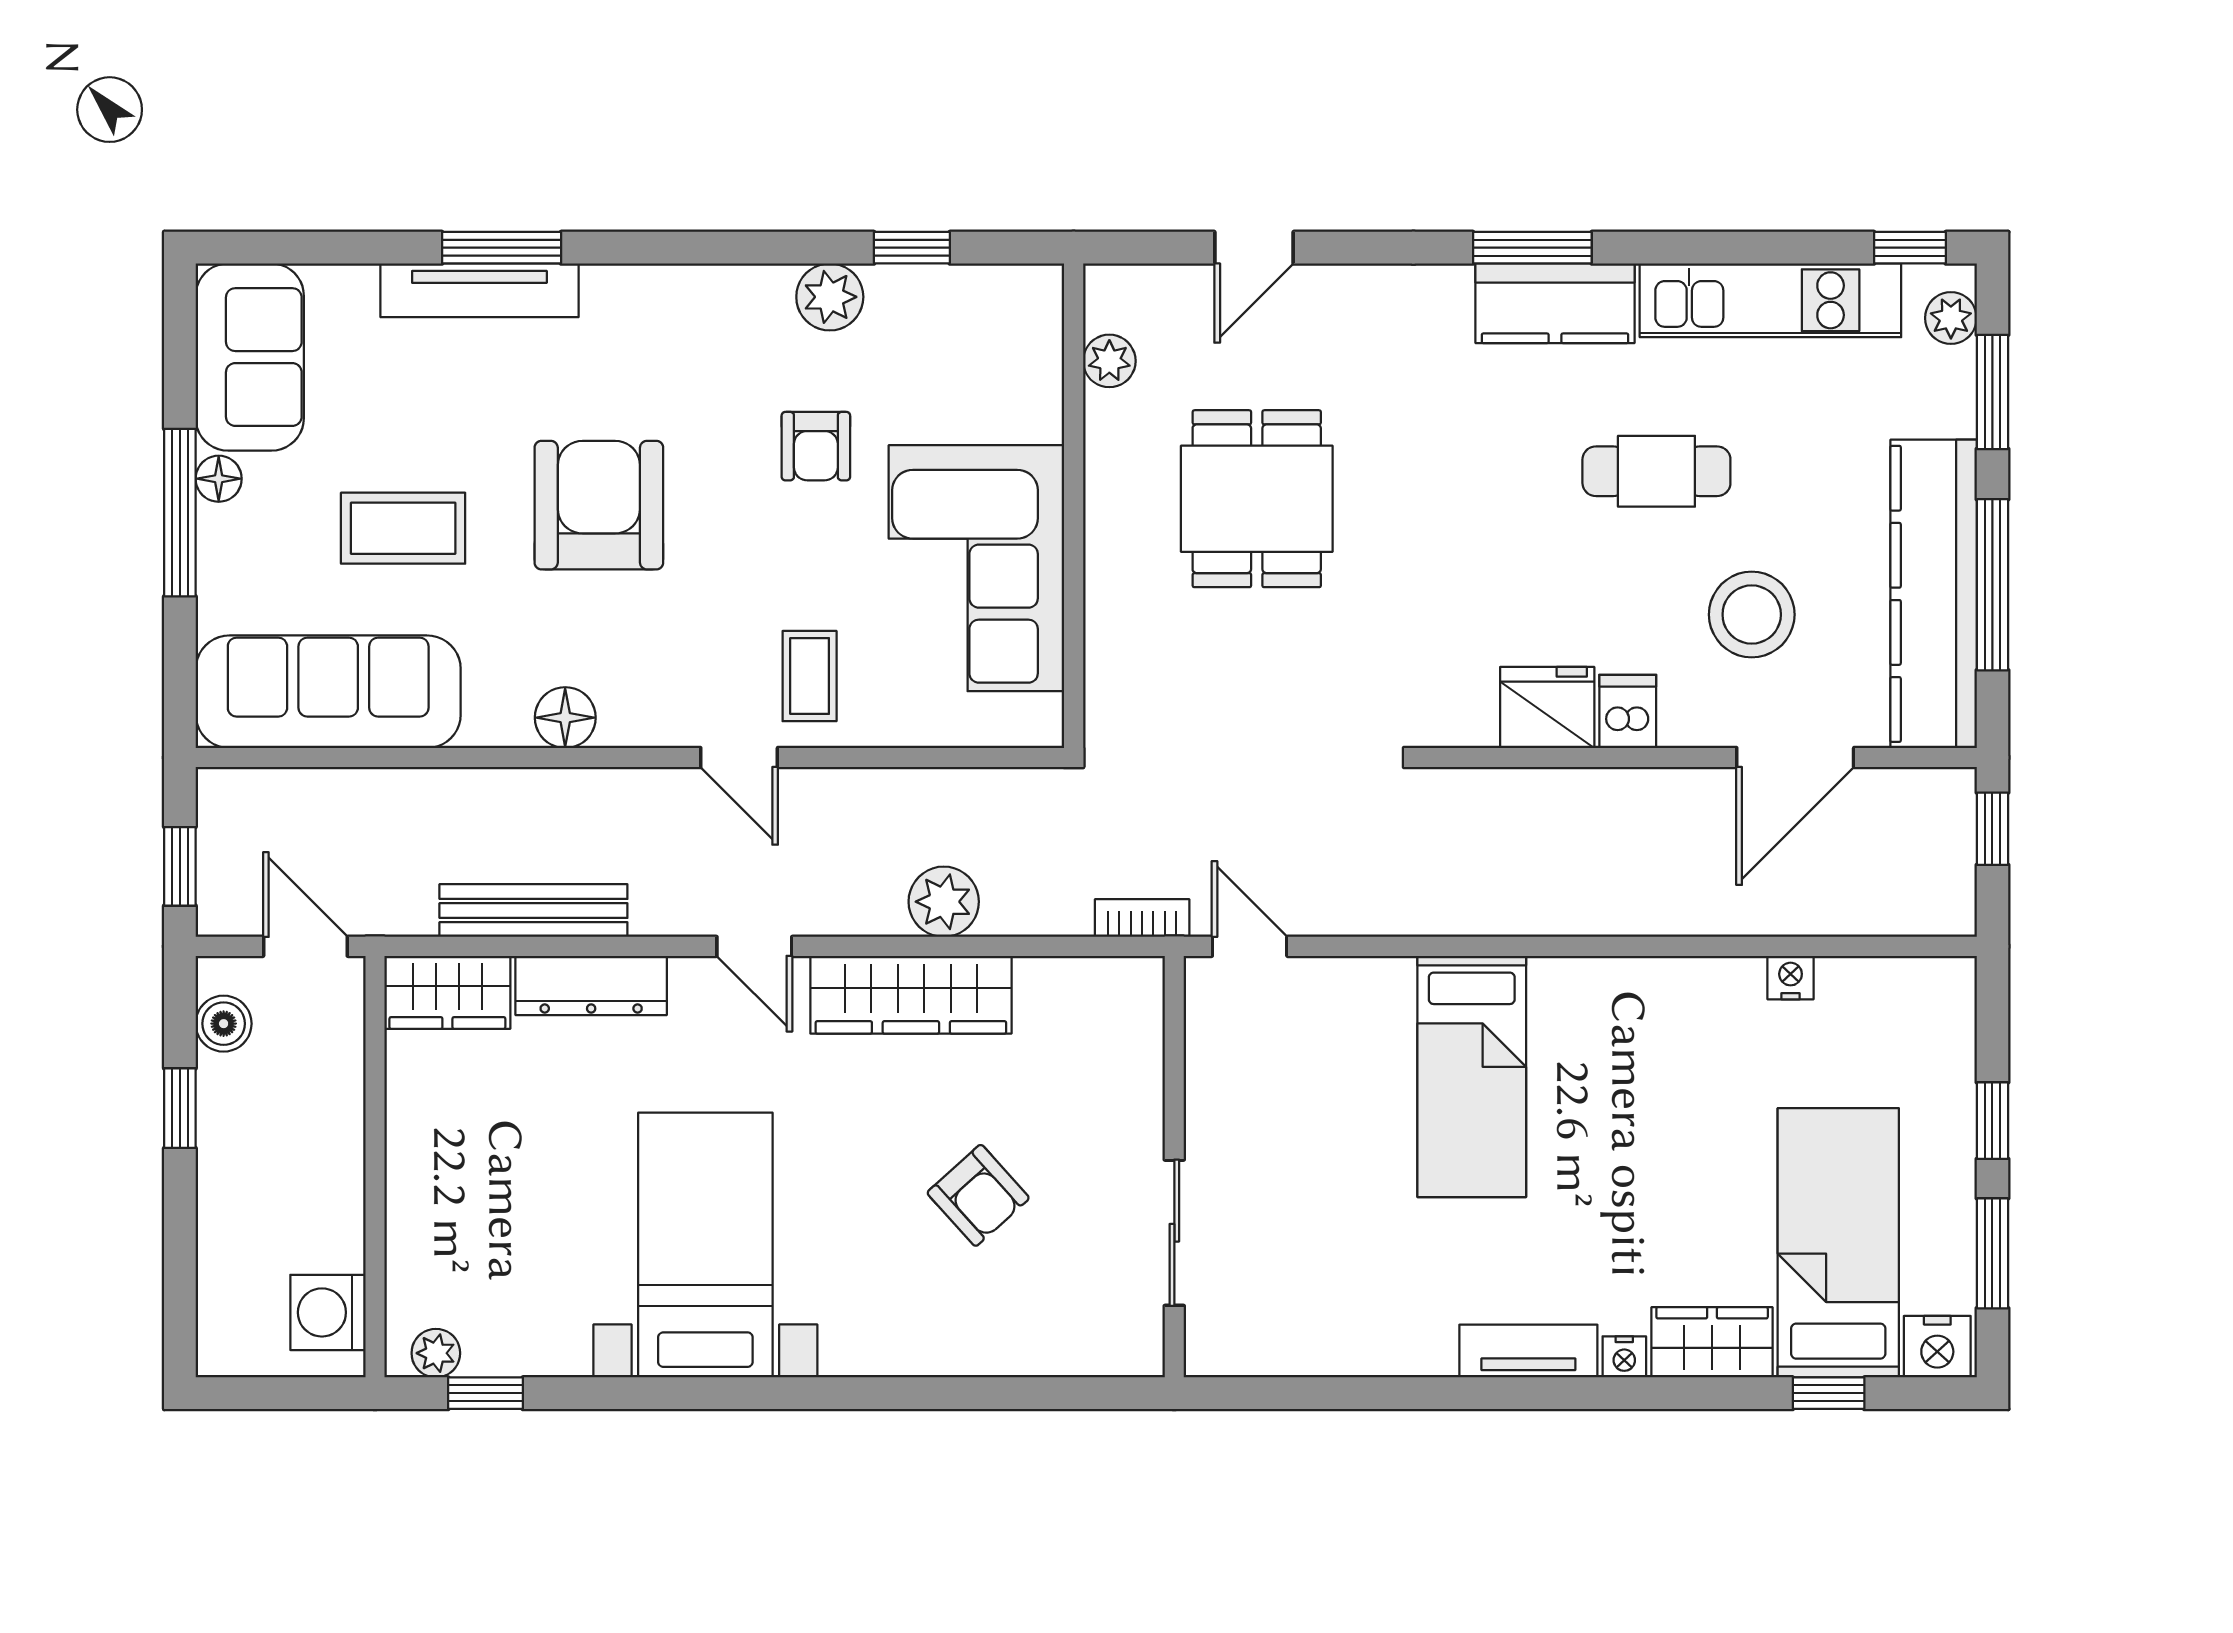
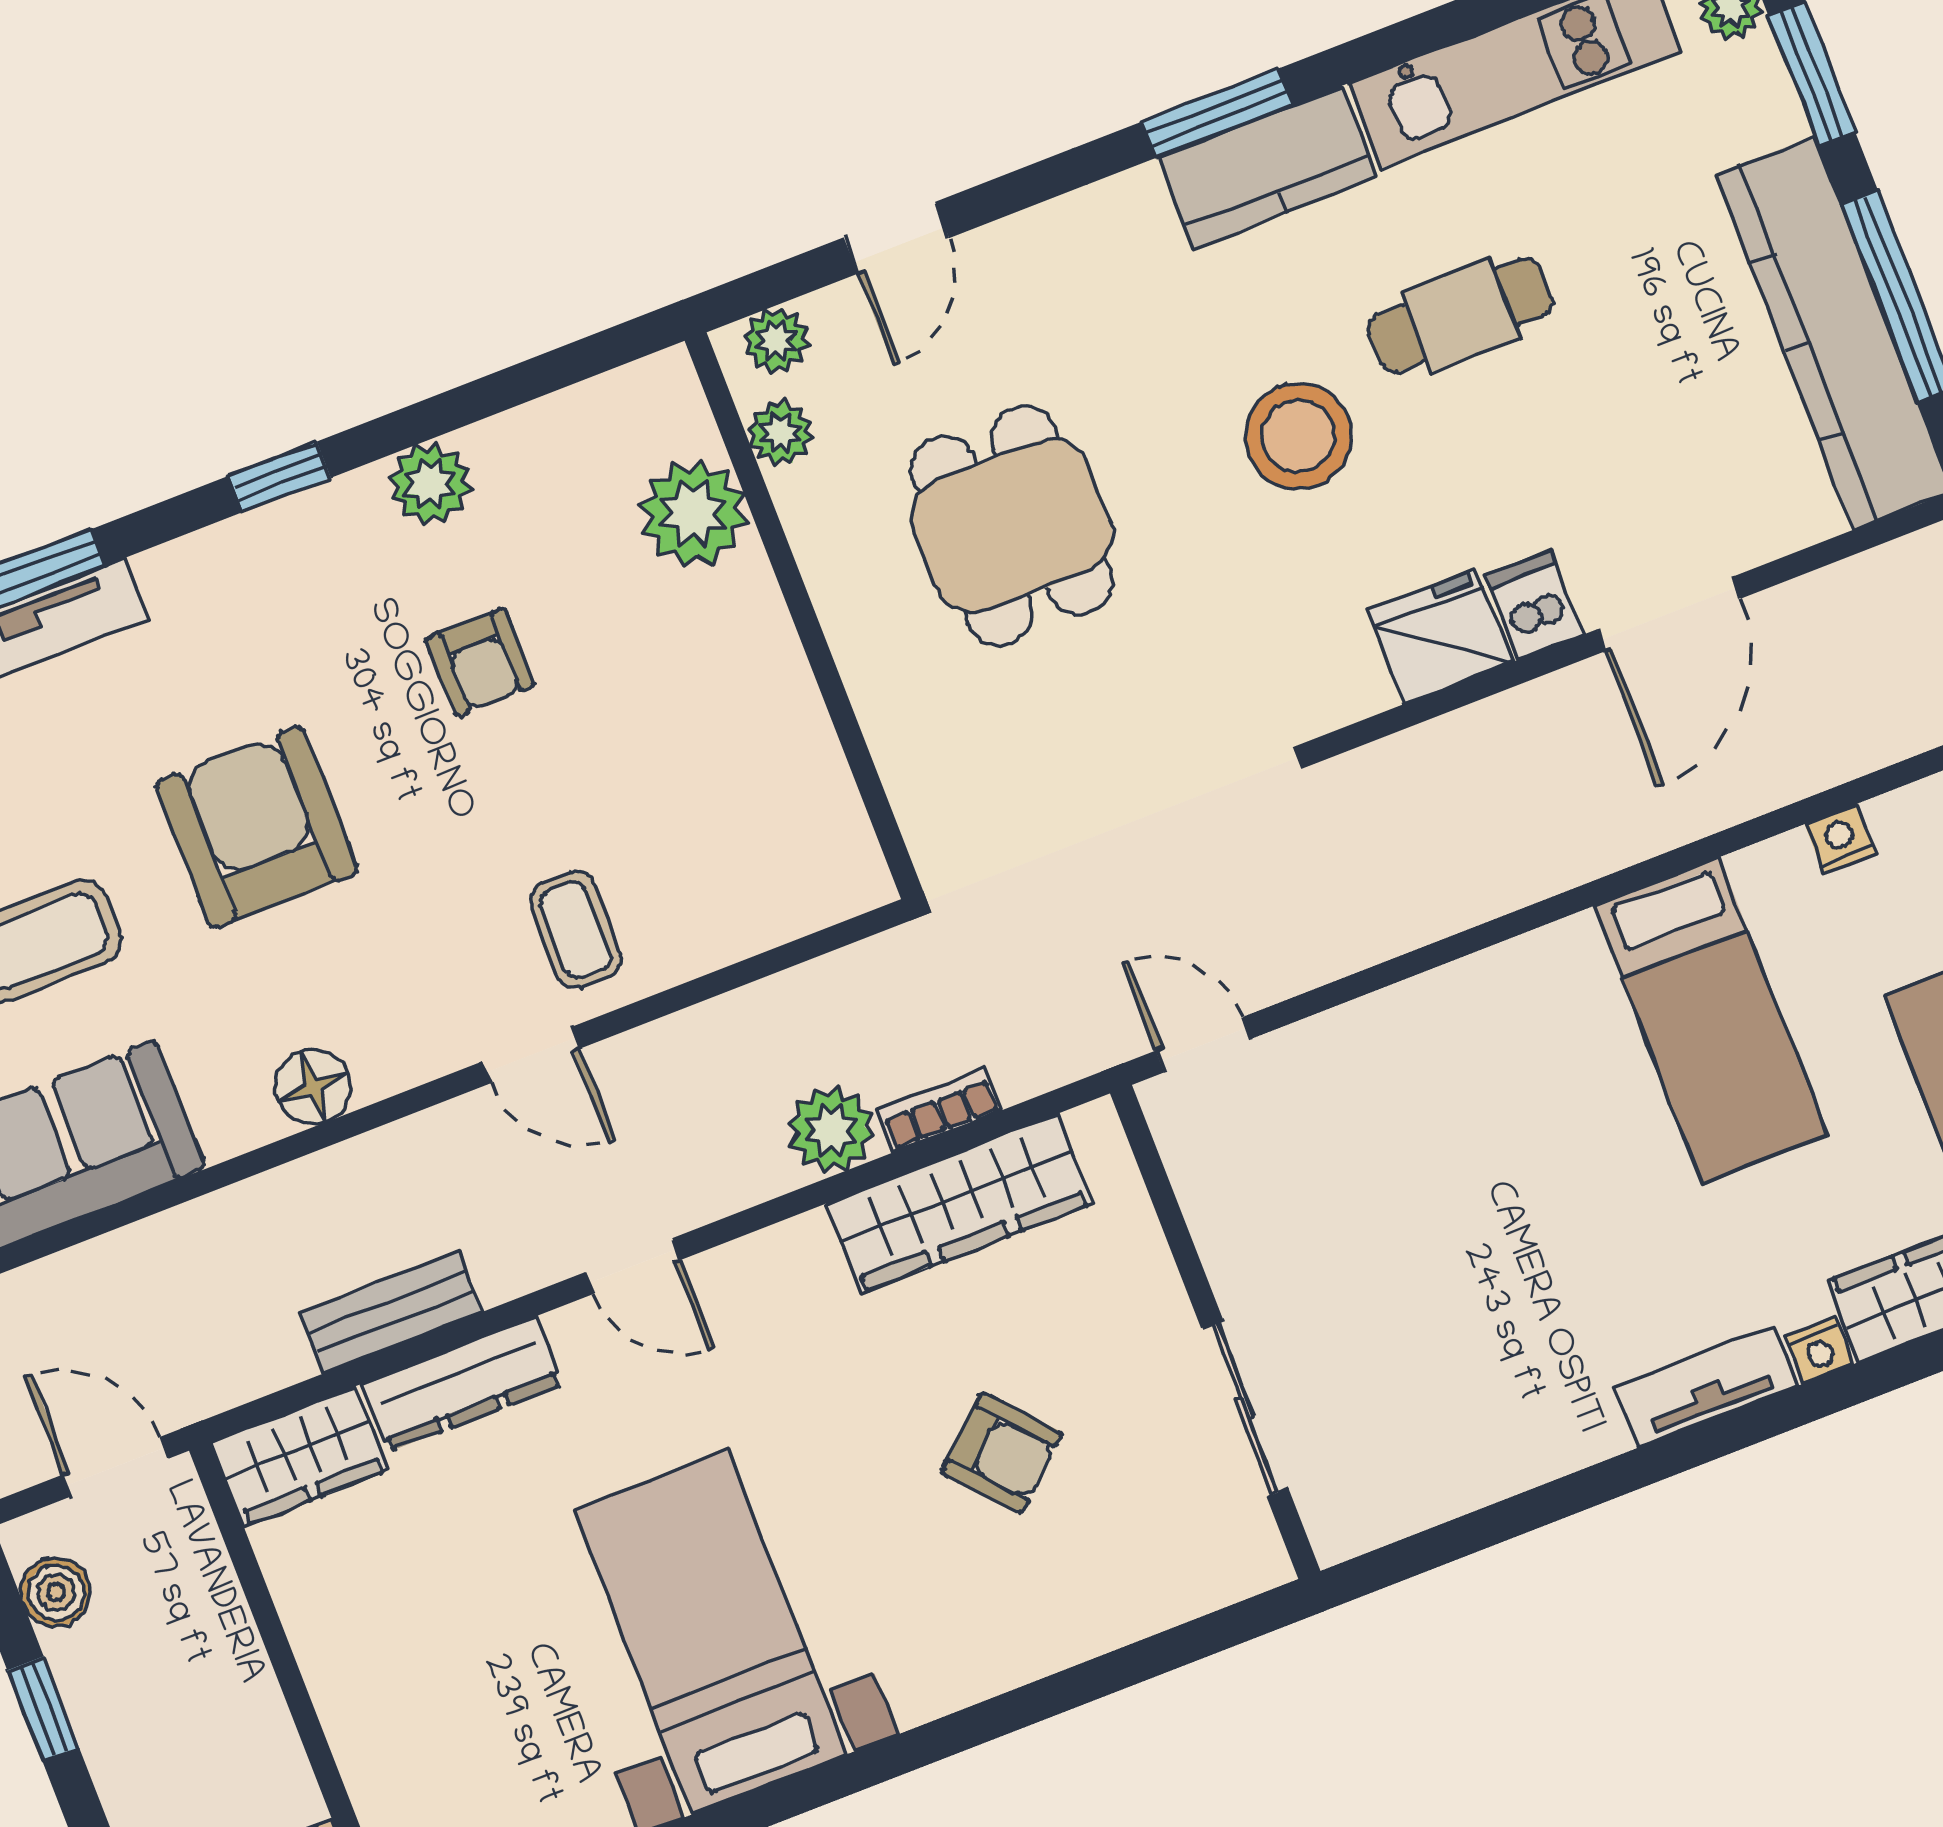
window: (912, 248) -> (280, 477), moved
plant: (1133, 290) -> (776, 340), added
plant: (1020, 396) -> (693, 513), added
corner sofa: (976, 568) -> (720, 731), removed
stool: (1752, 615) -> (1299, 436), moved
door: (1795, 758) -> (1669, 614), moved
bench: (533, 911) -> (391, 1312), width x0.73
bookcase: (1142, 918) -> (939, 1110), moved
wardrobe: (911, 995) -> (959, 1204), moved
bed: (1472, 1076) -> (1711, 1020), moved

